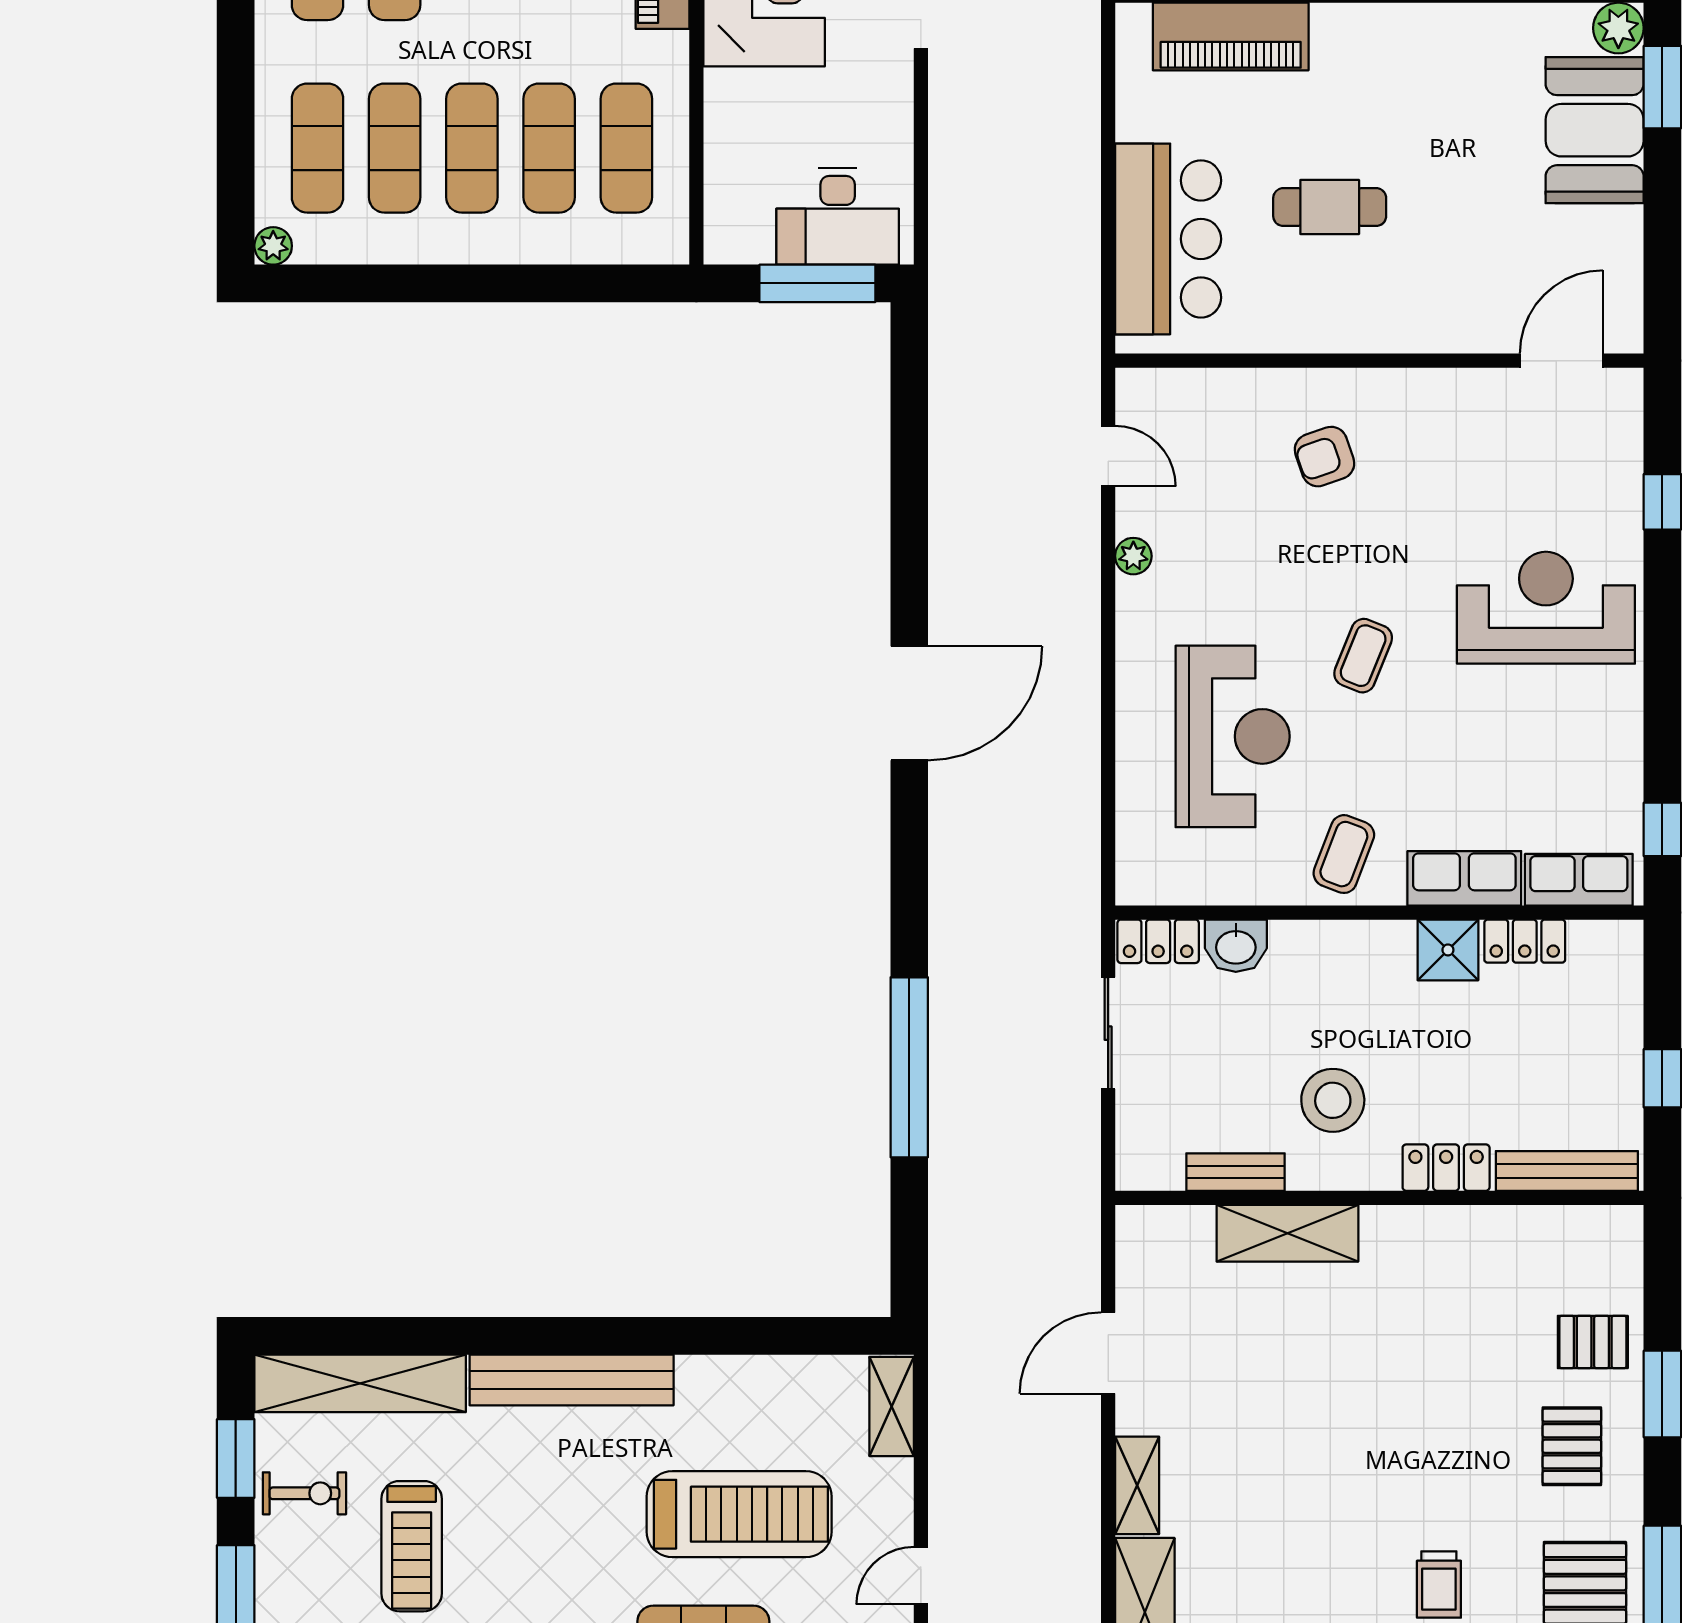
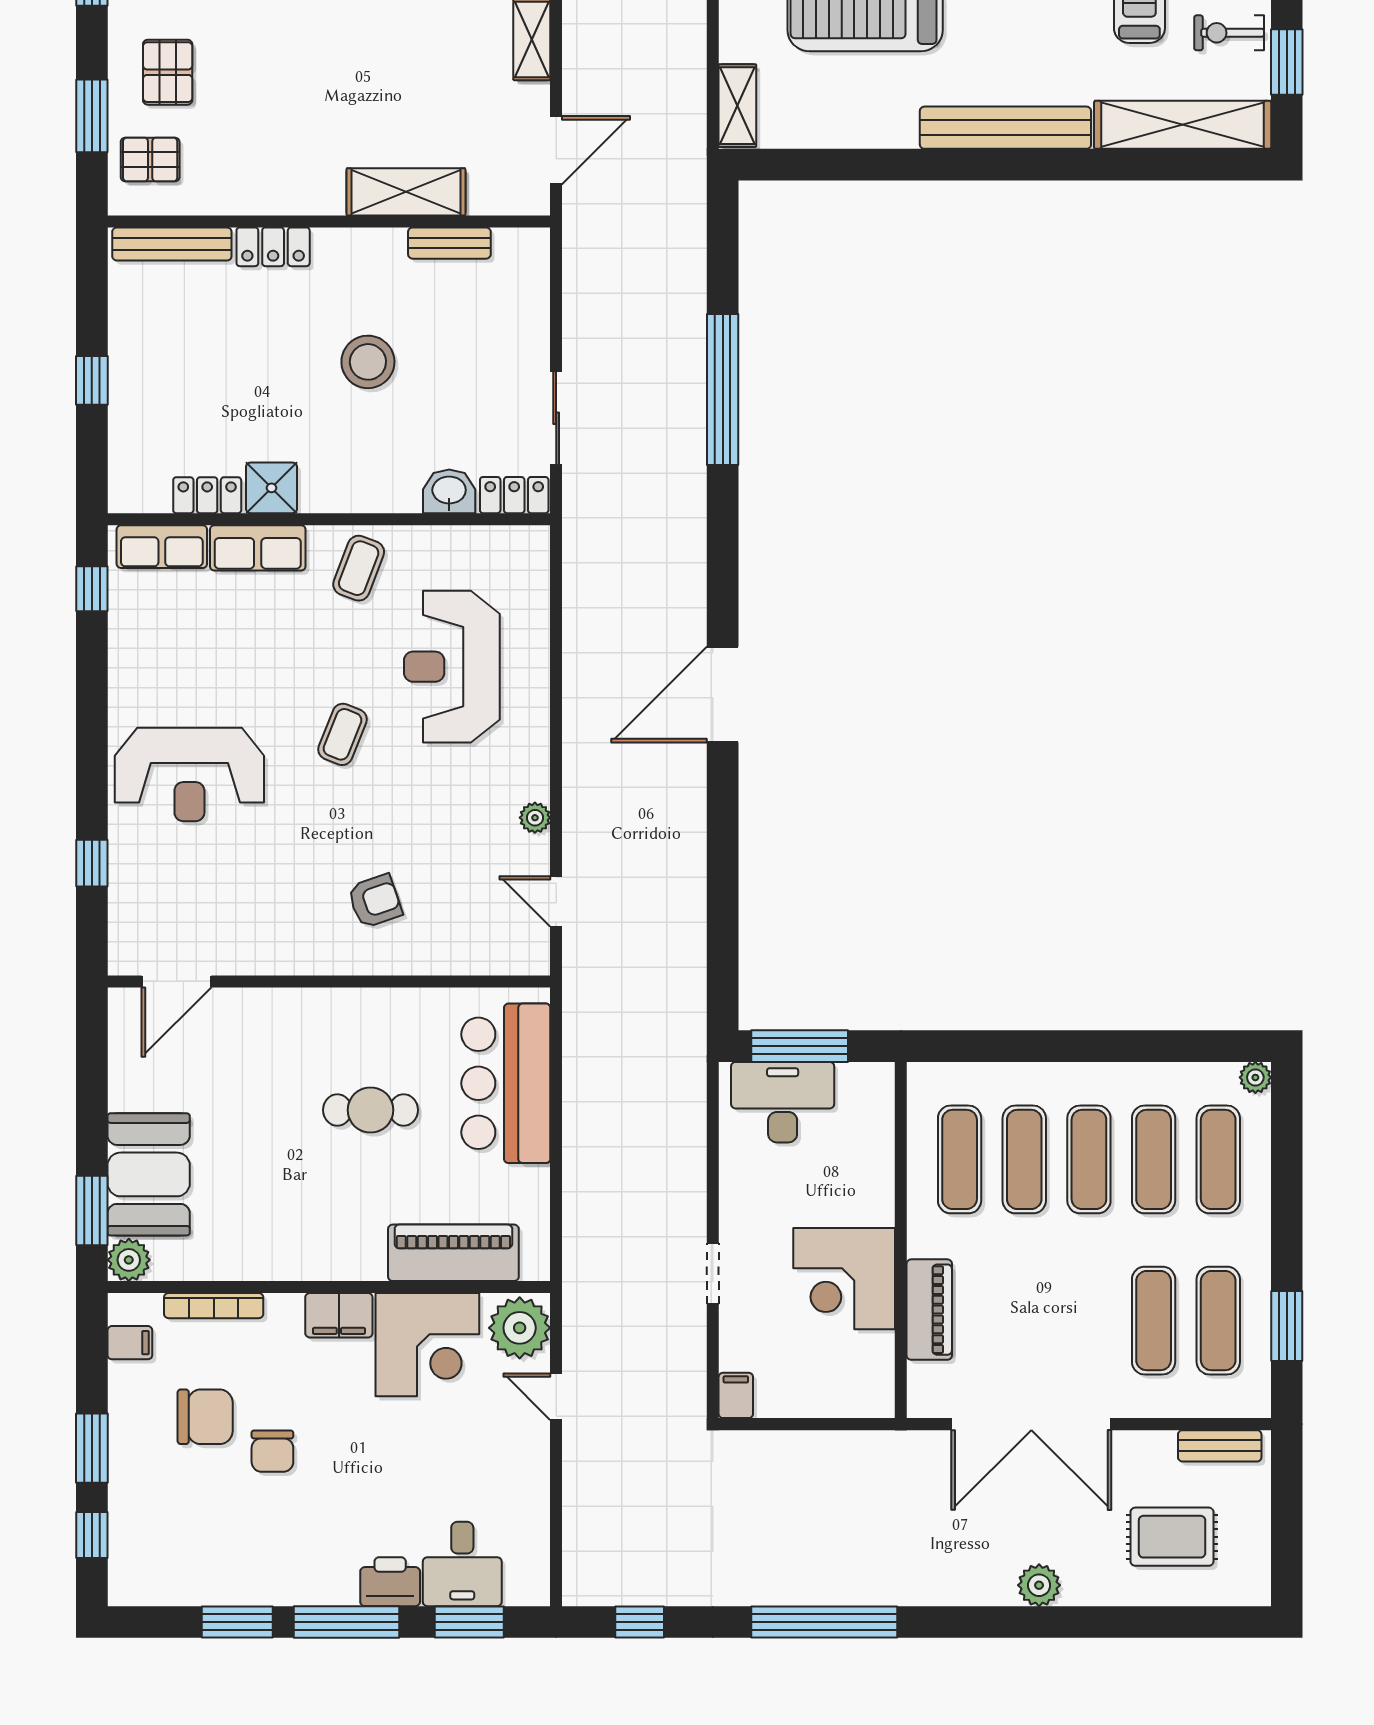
locker: (1446, 1168) -> (273, 247), moved
bench: (1567, 1171) -> (172, 244), moved
bench: (1235, 1172) -> (449, 243), moved
wall: (1379, 1198) -> (329, 221), moved
shelving: (1287, 1233) -> (406, 192), moved

